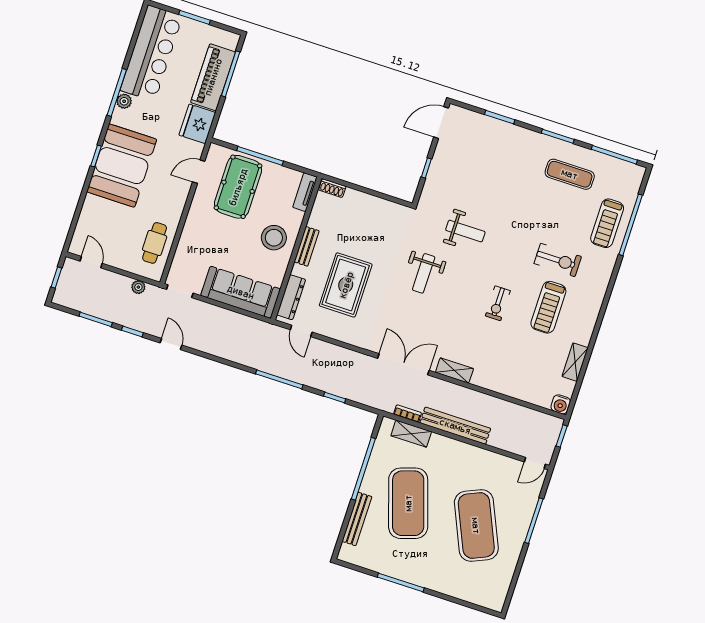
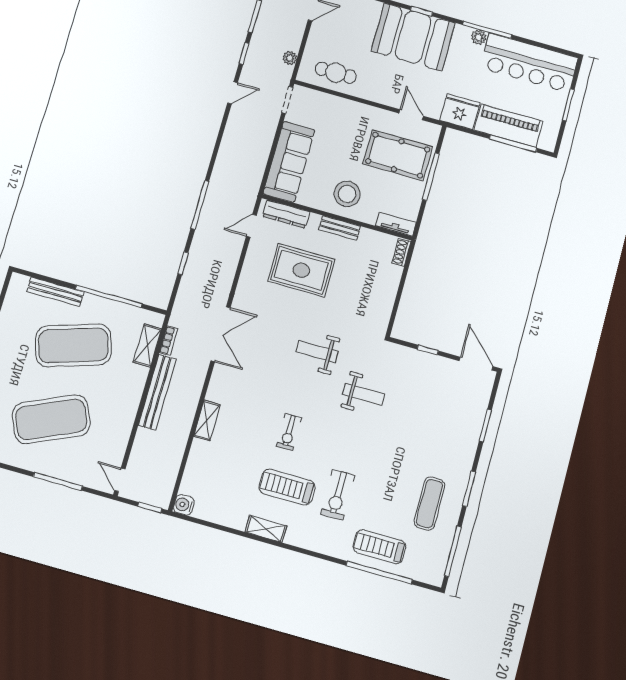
weight bench: (465, 231) -> (364, 394), turned -90
exercise bike: (498, 303) -> (289, 432), turned -90
shelving: (575, 362) -> (266, 529), moved
shelving: (454, 370) -> (207, 420), moved

